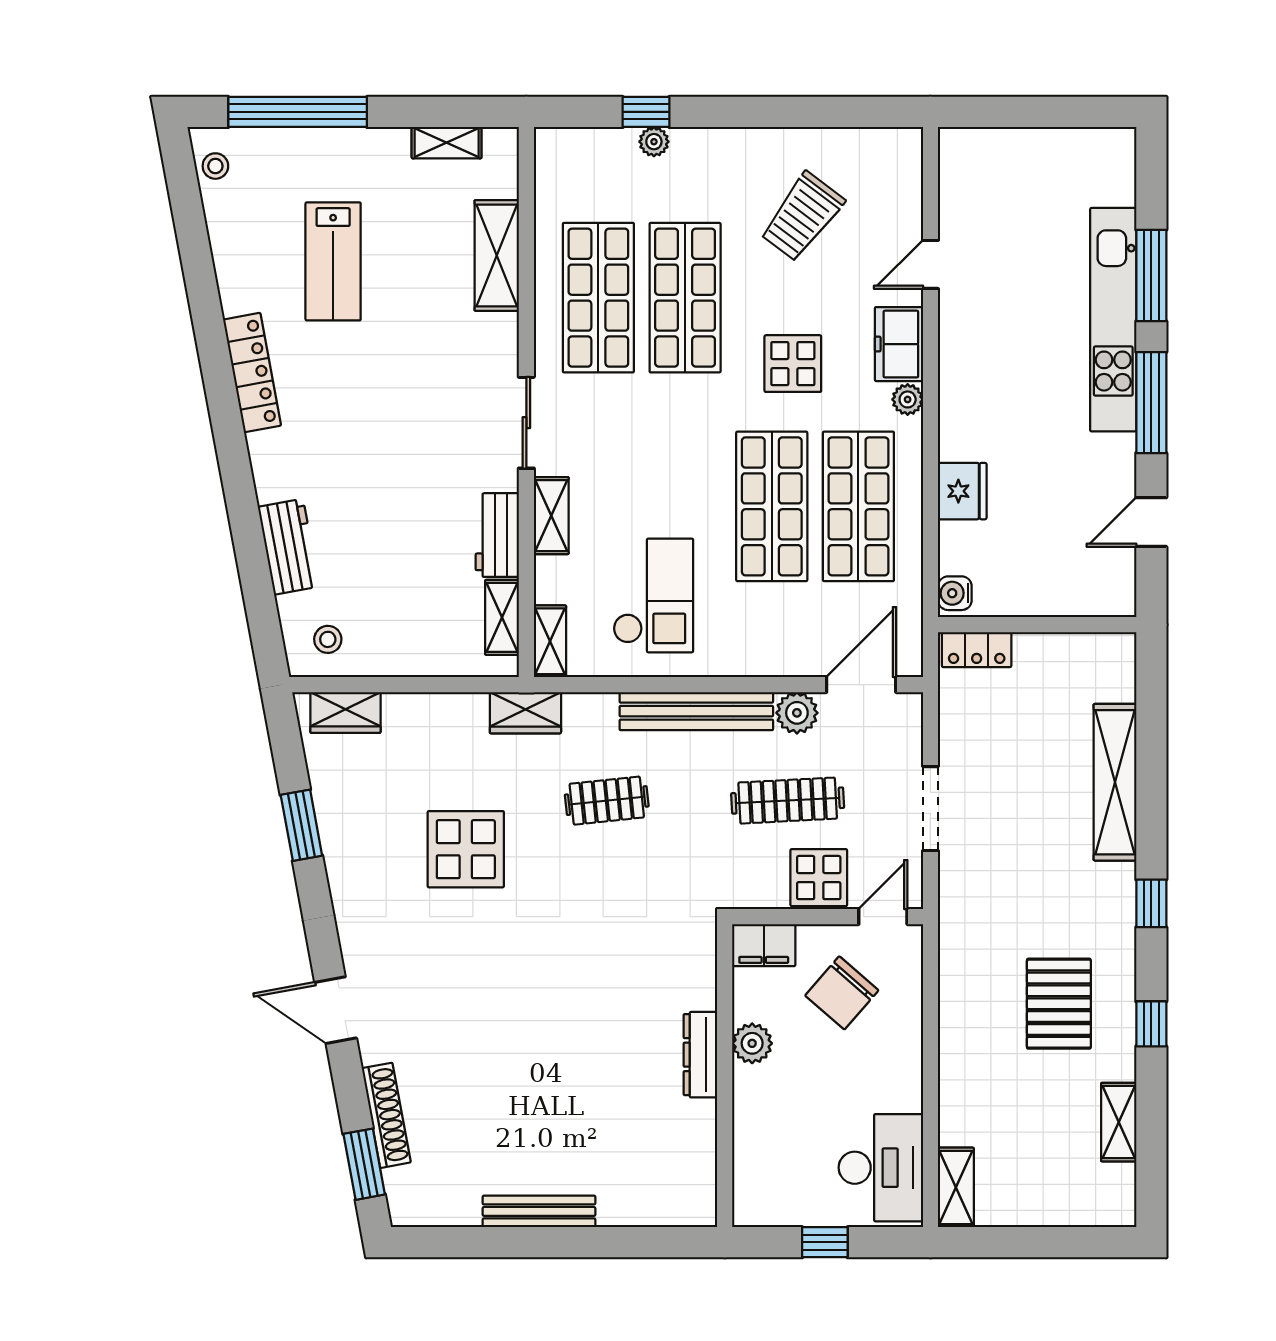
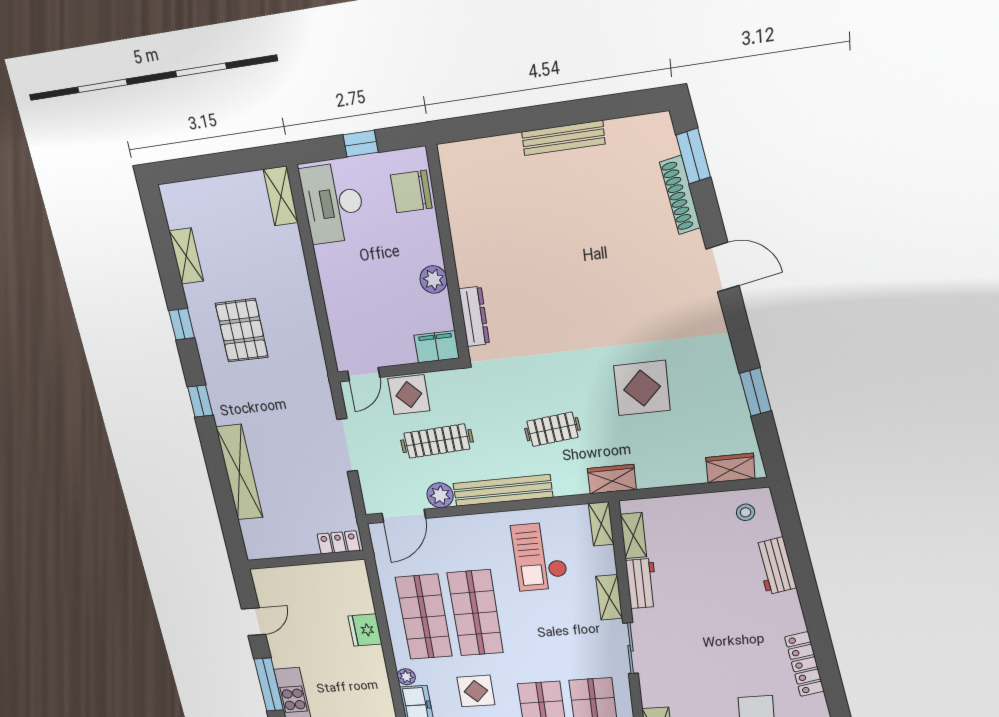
water cooler: (955, 593) -> (358, 573), removed
chair: (842, 993) -> (411, 192), moved, turned -131
dresser: (700, 1055) -> (474, 317), moved

